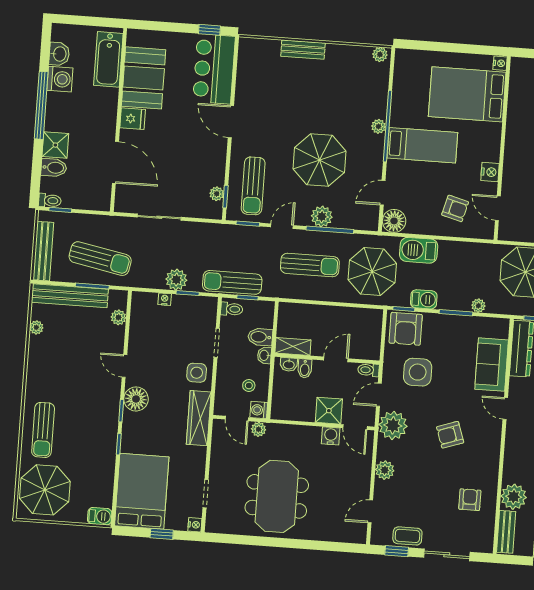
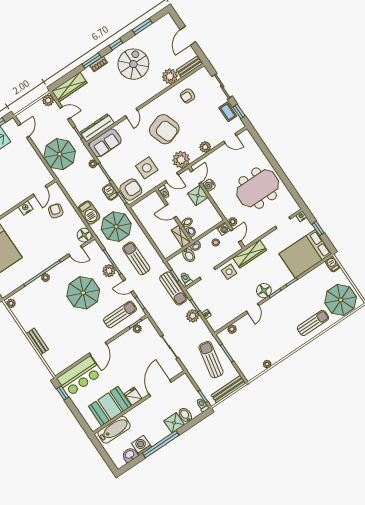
bed: (422, 145) -> (38, 250), removed
bench: (70, 296) -> (240, 360), removed
sofa: (492, 365) -> (105, 143), moved
armchair: (450, 435) -> (164, 129), width x1.88, depth x1.88

